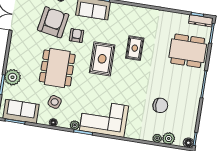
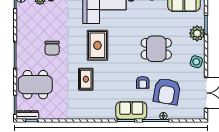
rug: (102, 59) -> (97, 45), moved
dining table: (57, 68) -> (156, 49), width x0.73
side table: (55, 102) -> (196, 62), moved
chair: (160, 105) -> (52, 48), moved, turned -90

